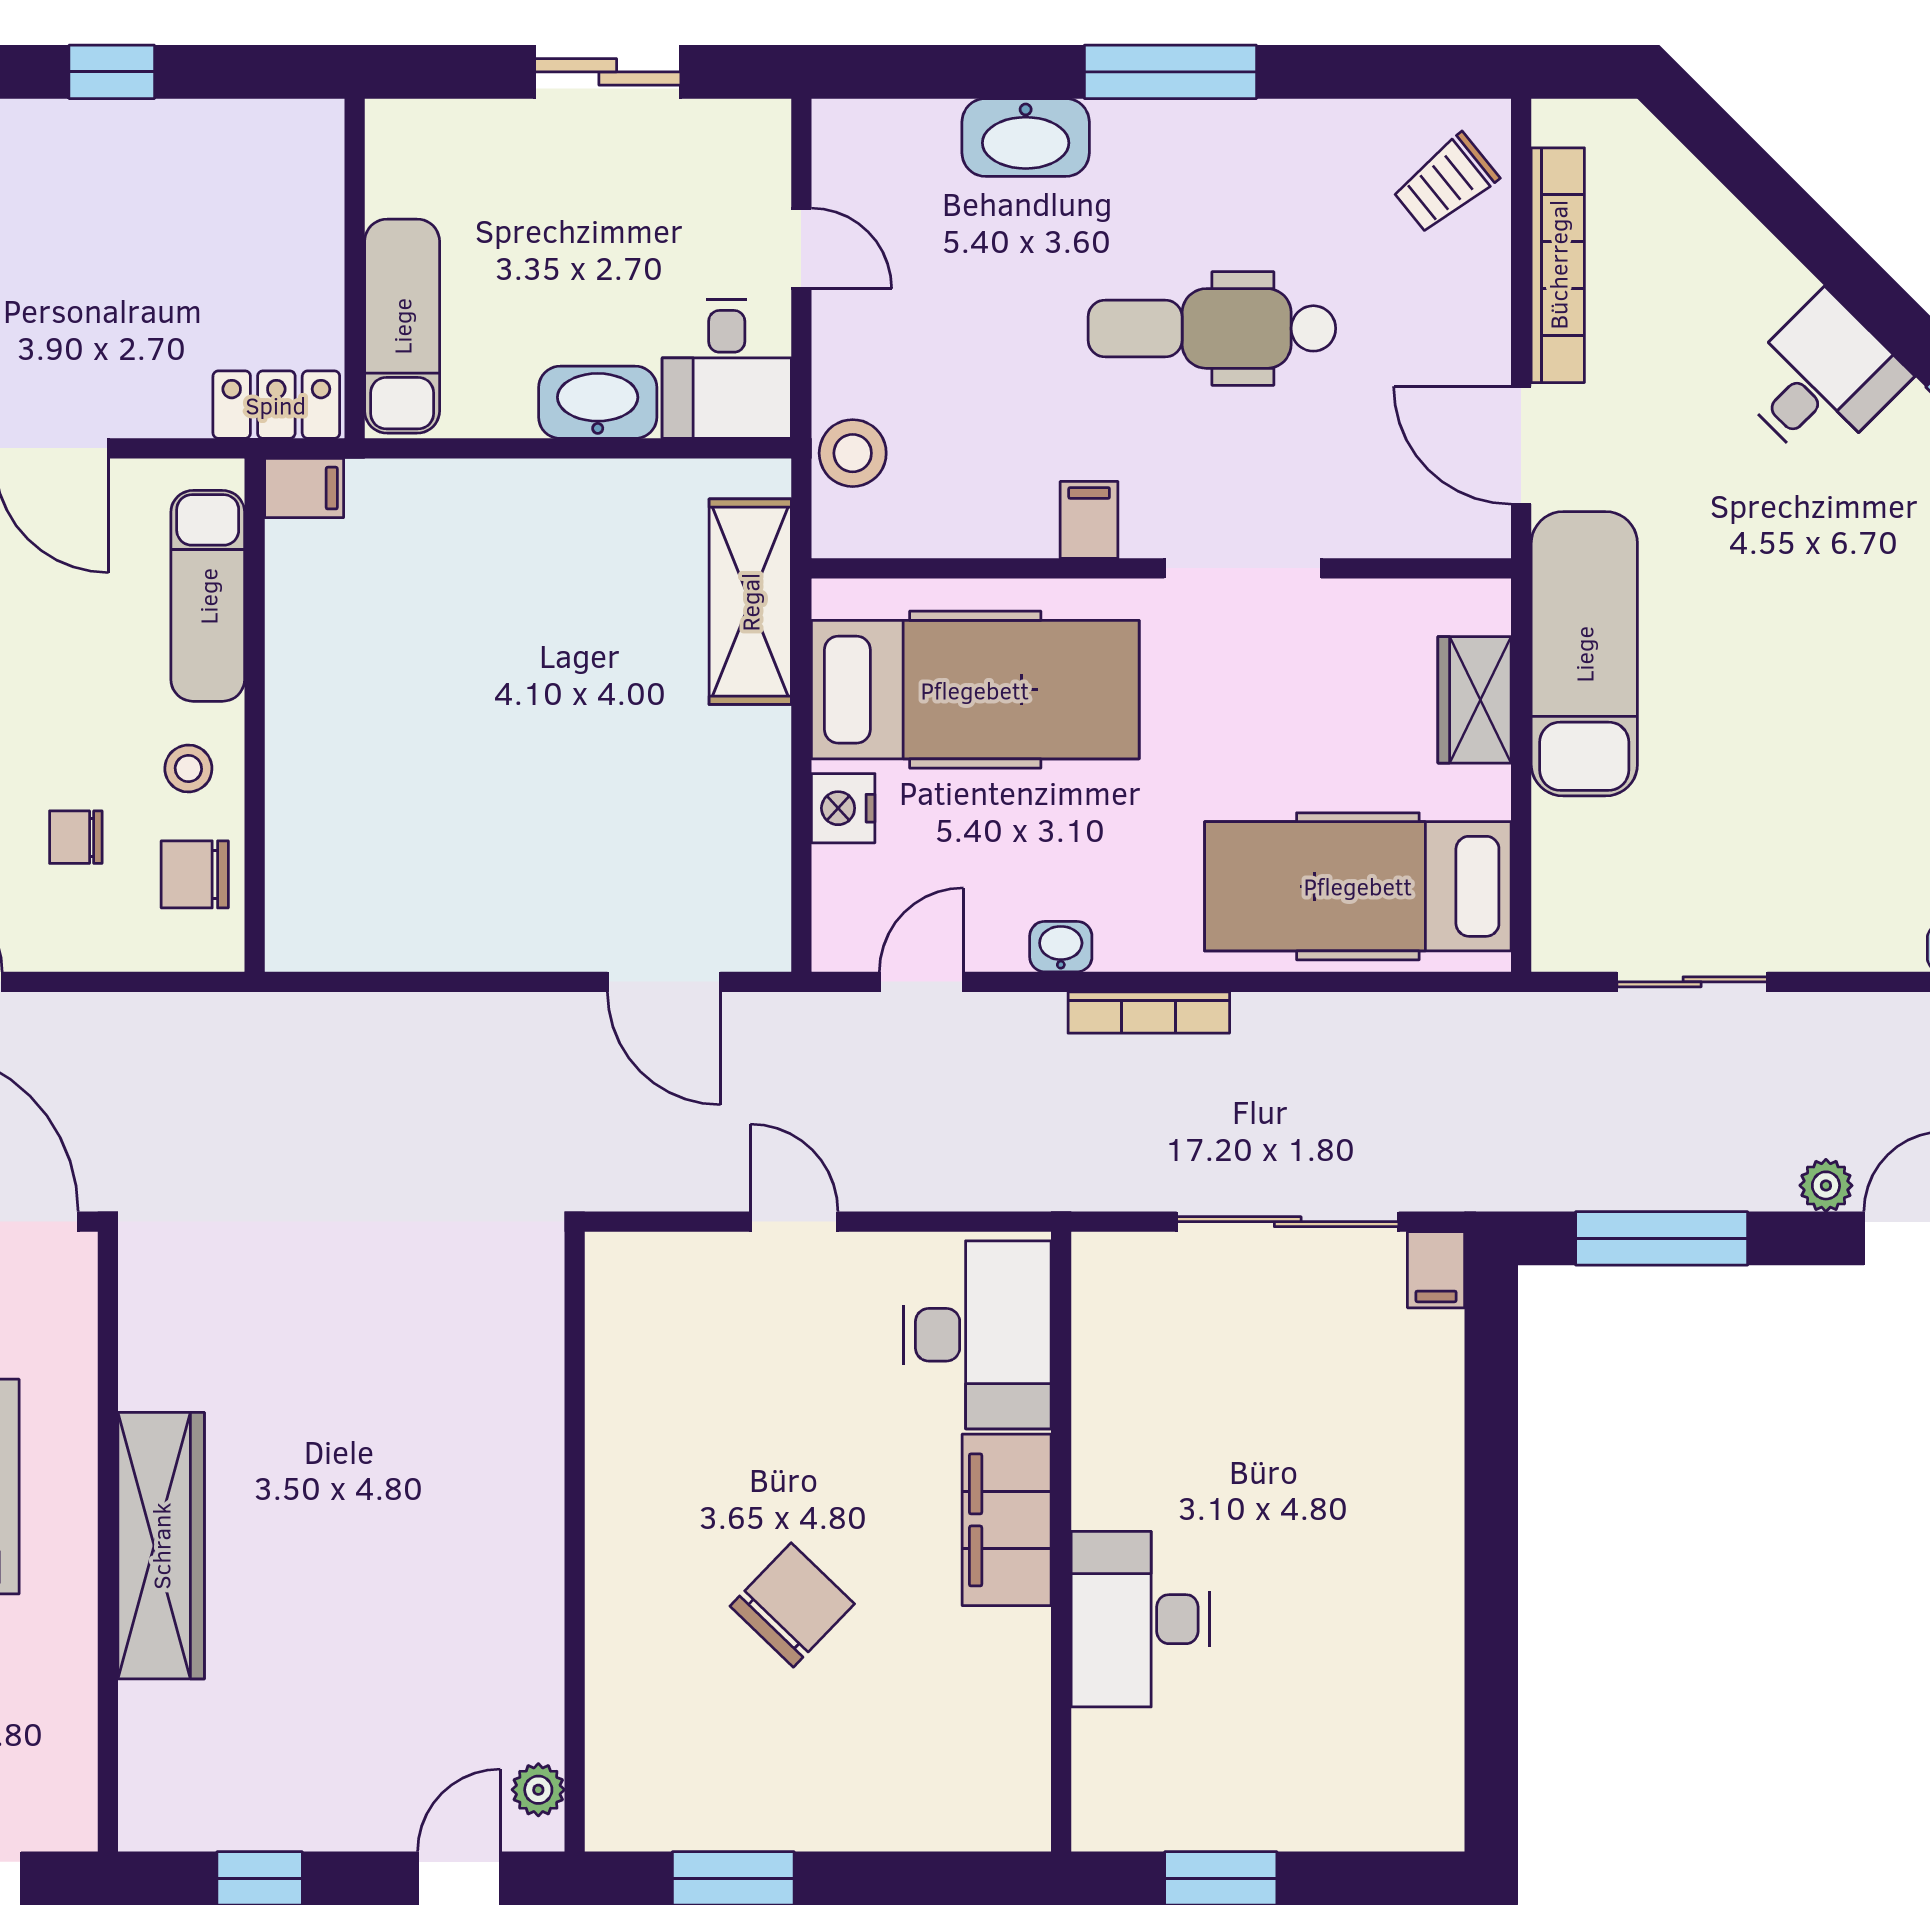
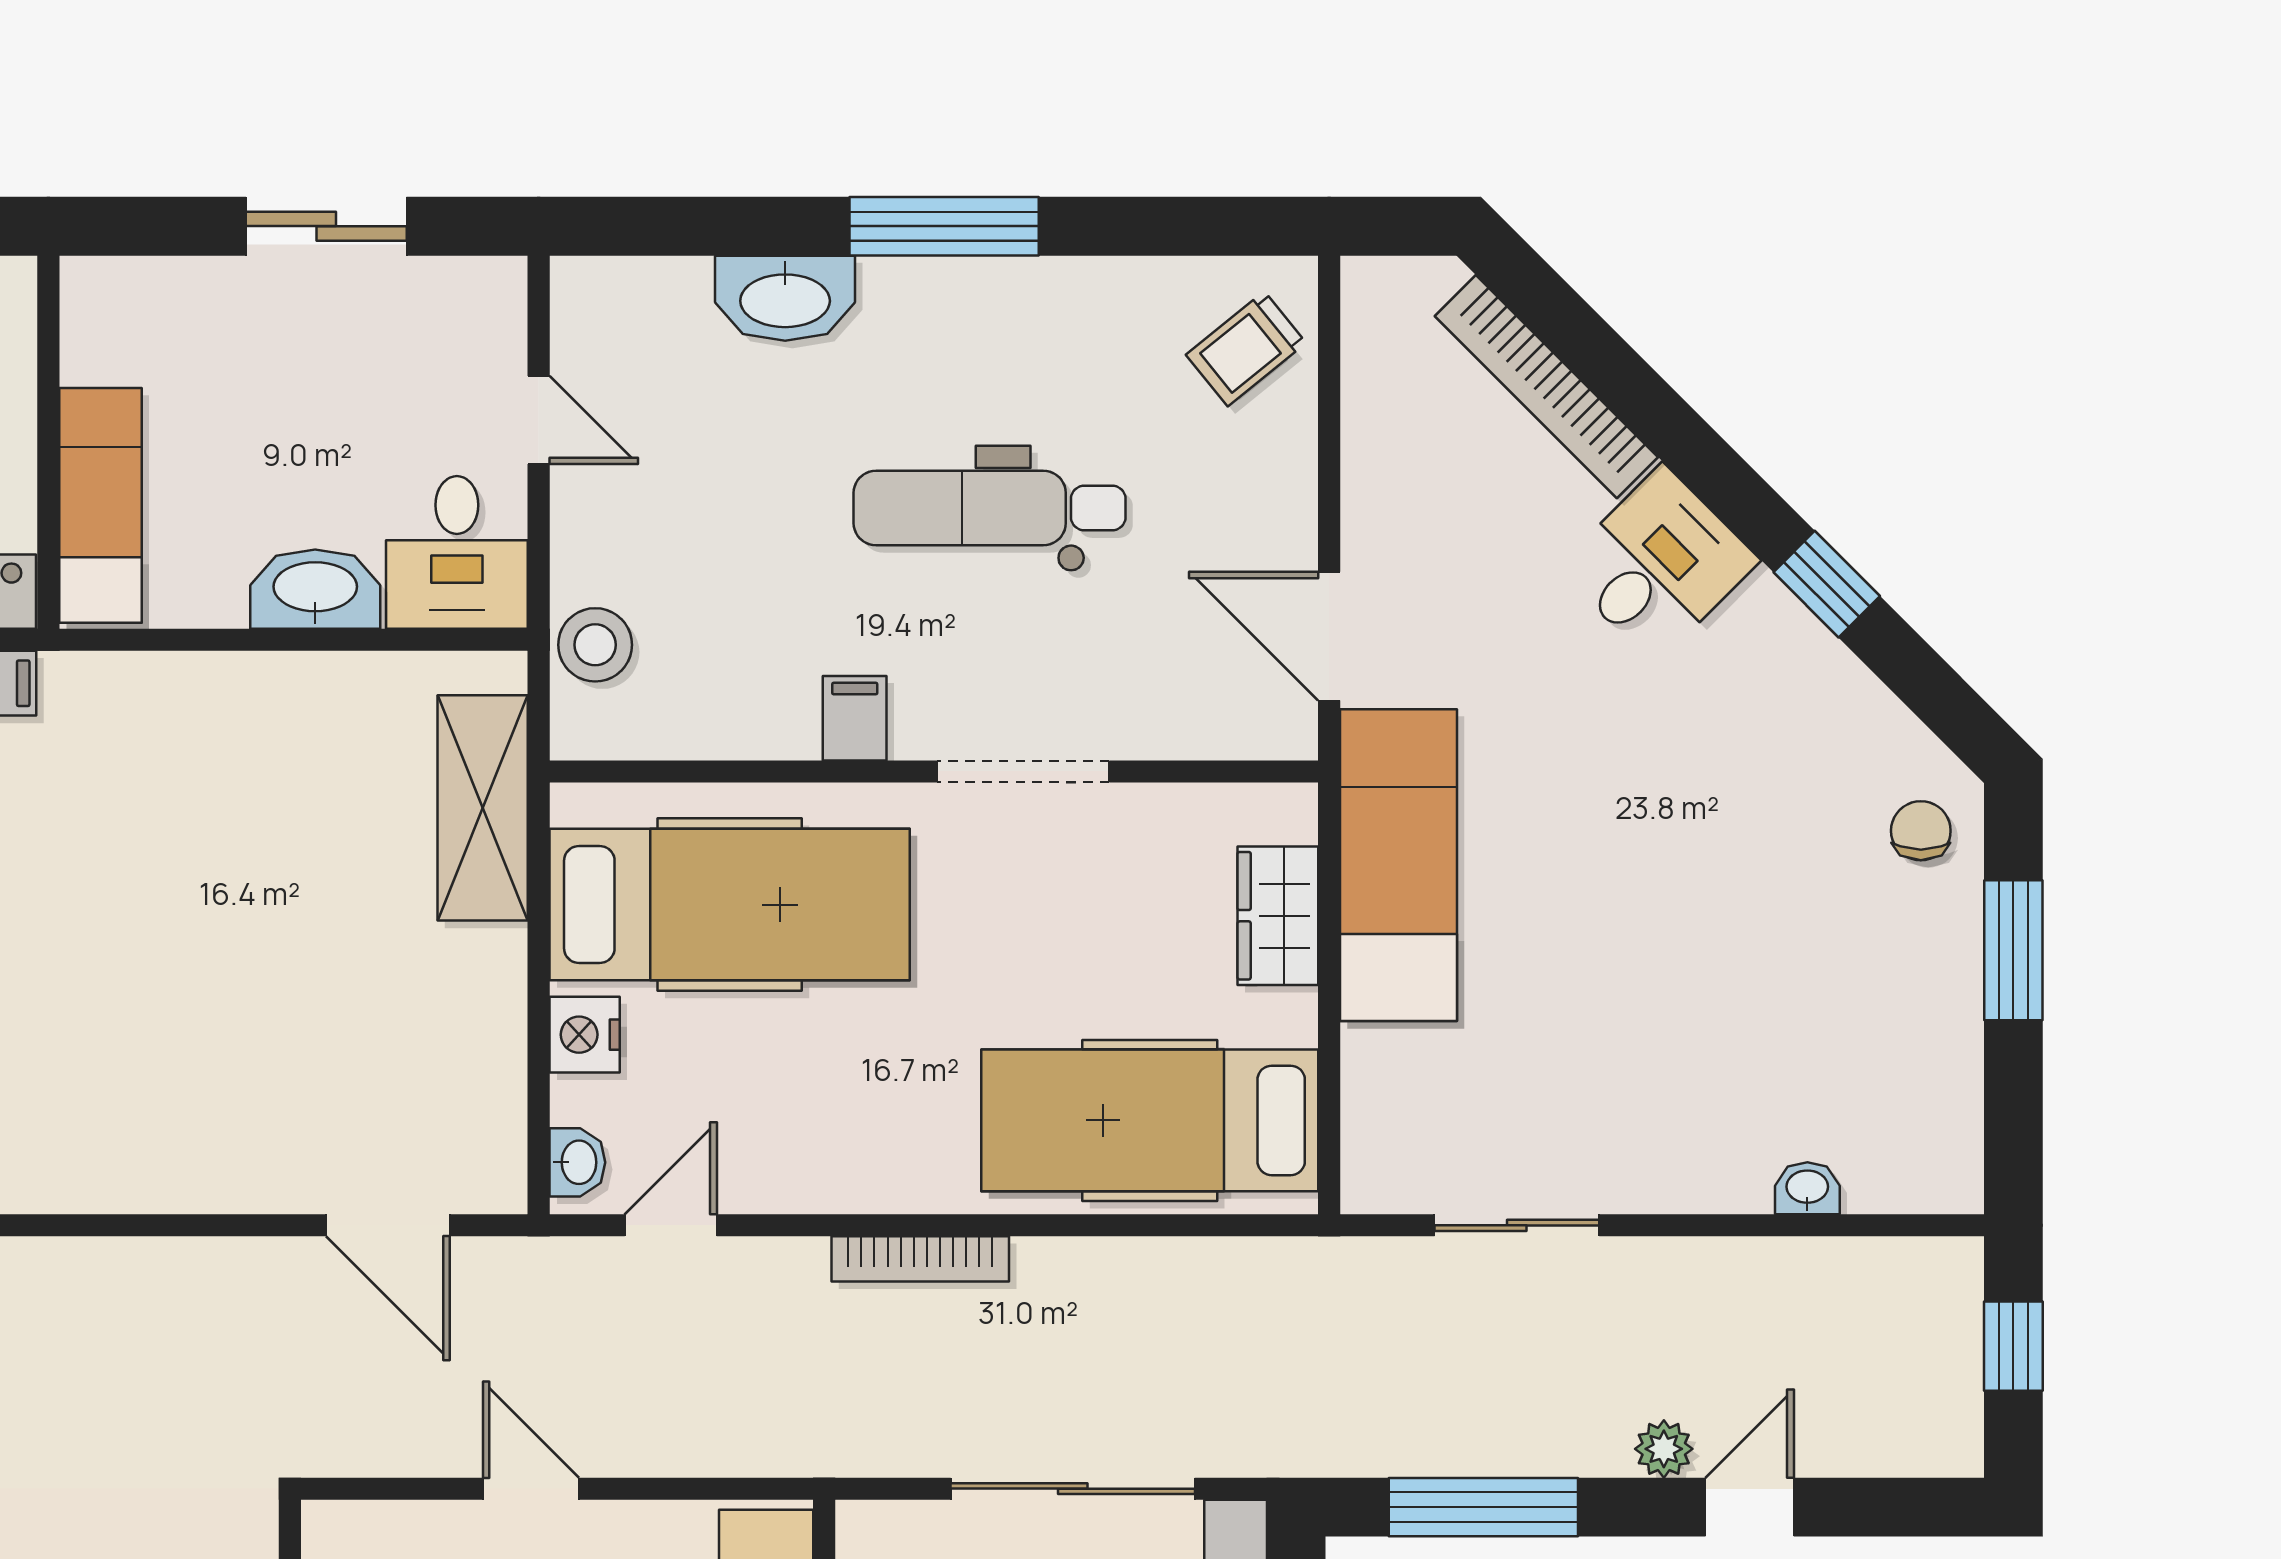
bookcase: (1558, 265) -> (1546, 387), moved, turned 135
washbasin: (1061, 947) -> (577, 1162), moved, turned 90

